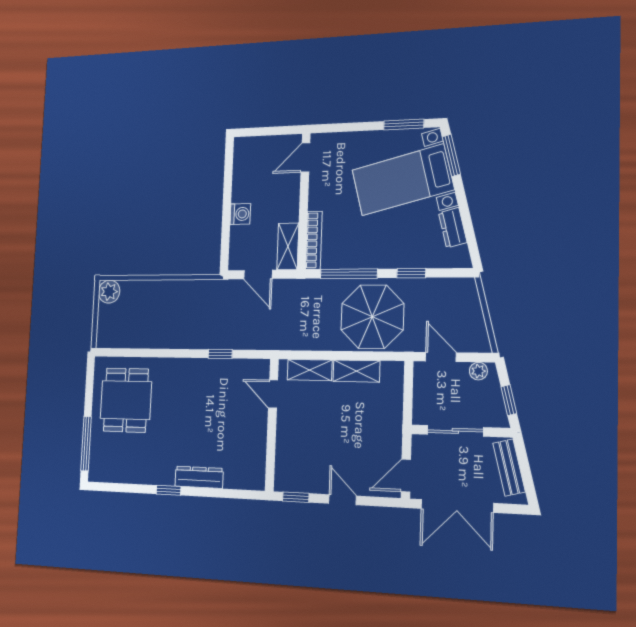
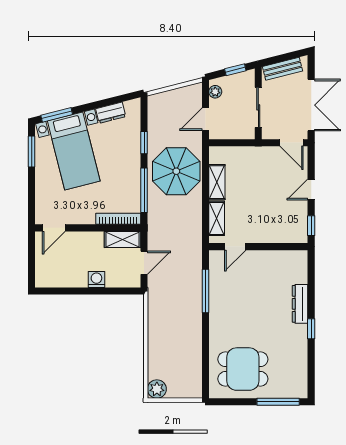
door: (305, 158) -> (54, 228), hinge flipped
window: (220, 354) -> (205, 291), width x2.17

